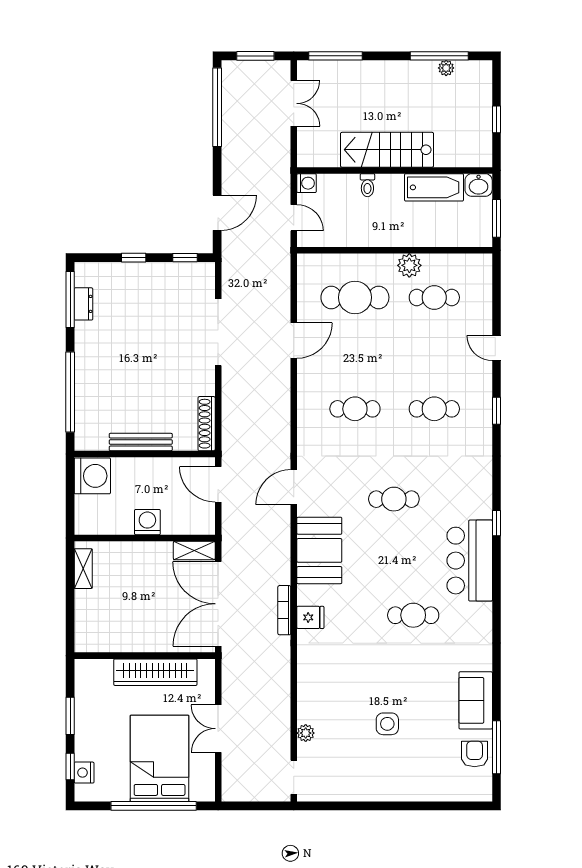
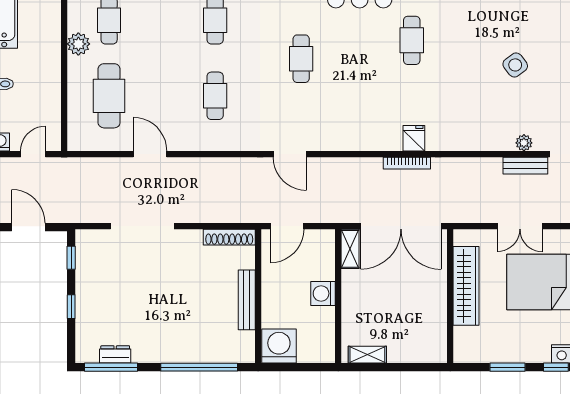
booth: (319, 550) -> (350, 130), removed
side table: (387, 724) -> (515, 65), turned -37
bench: (282, 734) -> (525, 166), added

